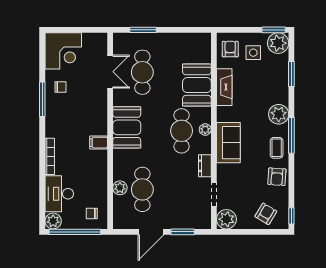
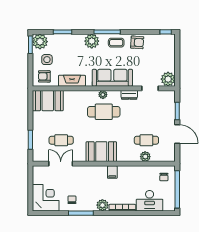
cafe table: (142, 72) -> (61, 140), width x0.73, depth x0.74
booth: (197, 85) -> (48, 101), moved
sofa: (228, 143) -> (112, 78), width x1.36
cafe table: (142, 189) -> (146, 140), width x0.73, depth x0.74
armchair: (266, 214) -> (164, 50), removed
plant: (53, 221) -> (102, 205), moved

